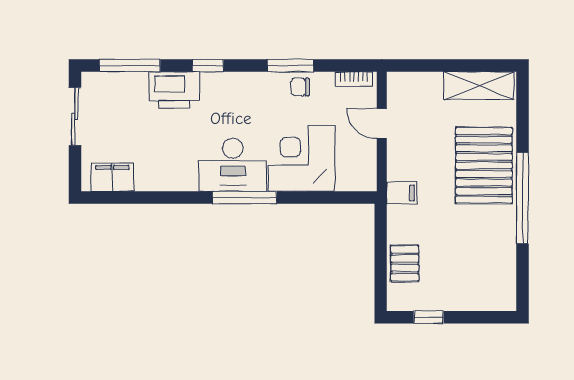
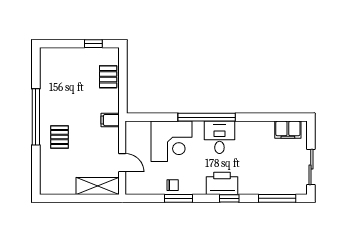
bookcase: (354, 79) -> (139, 190), removed
shelving: (479, 86) -> (98, 186), moved
printer: (174, 90) -> (222, 183), moved
desk: (233, 165) -> (219, 137), width x0.73
pallet: (484, 165) -> (60, 137), width x0.49, depth x0.50
window: (245, 198) -> (207, 117), width x1.46

